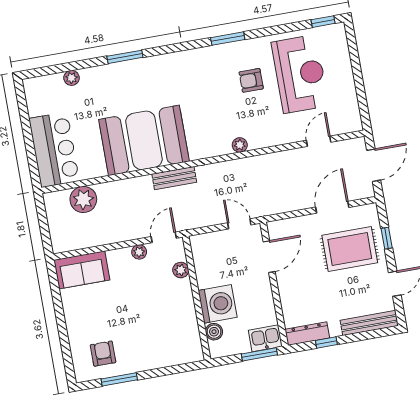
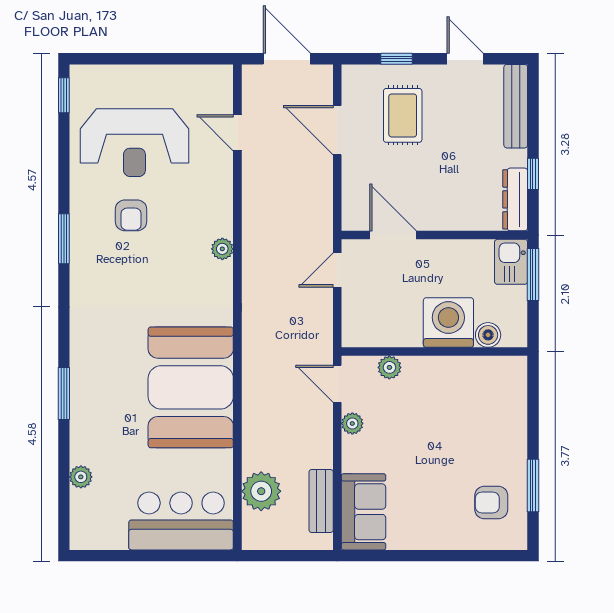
reception desk: (300, 74) -> (134, 143), turned 180
bench: (174, 178) -> (321, 501), moved
rug: (350, 249) -> (403, 115), width x0.73, depth x0.70

